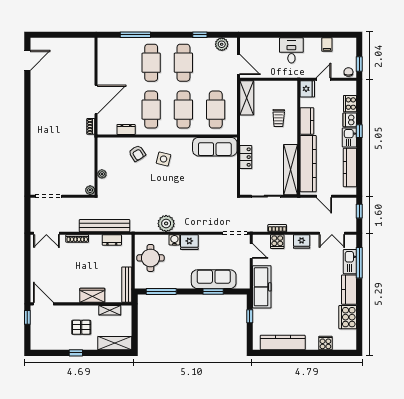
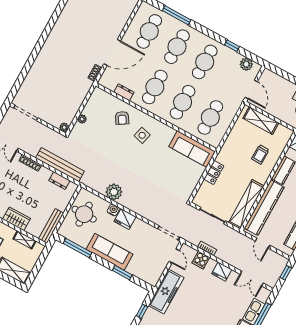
cafe table: (119, 63) -> (149, 31), added
shelving: (247, 98) -> (261, 121), moved, turned 90
sofa: (214, 279) -> (110, 252), moved

